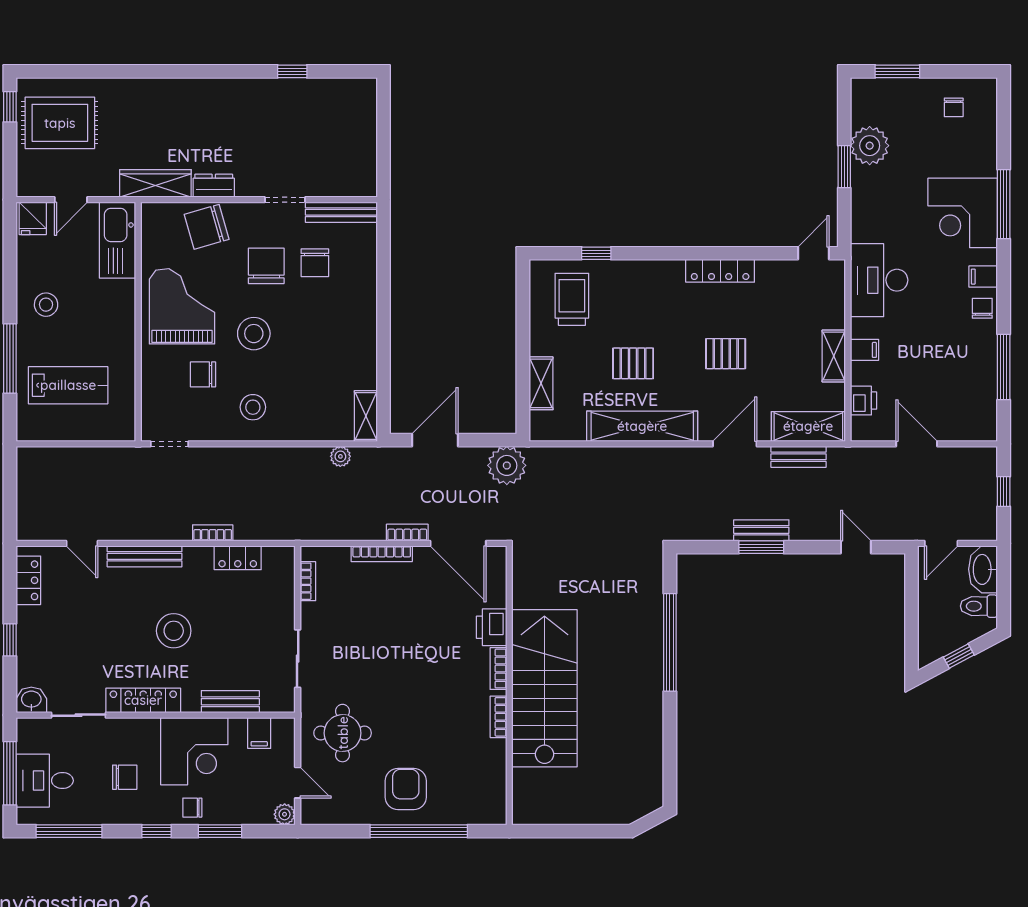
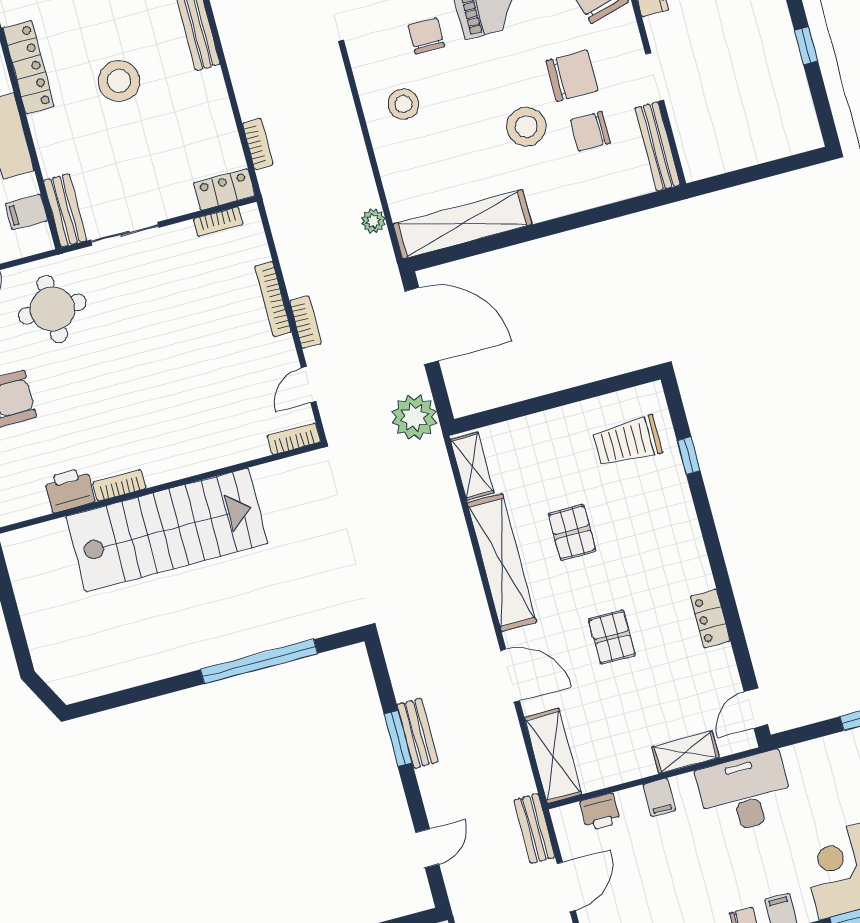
door: (813, 253) -> (756, 708), swing flipped
locker: (720, 271) -> (710, 619), width x0.66
trolley: (572, 299) -> (628, 441), turned 180
stool: (254, 334) -> (526, 127), moved
shelving: (834, 356) -> (686, 752), moved
shelving: (541, 383) -> (472, 466), moved, turned 90
shelving: (366, 416) -> (462, 224), width x2.20, depth x1.33
door: (435, 440) -> (422, 326), width x1.36
bench: (799, 457) -> (535, 828), moved
bookcase: (213, 533) -> (258, 144), moved
door: (458, 543) -> (309, 385), width x0.53
locker: (238, 558) -> (224, 189), moved, turned 90
printer: (492, 627) -> (69, 490), moved
bookcase: (498, 669) -> (294, 439), moved
bench: (230, 702) -> (65, 210), moved

